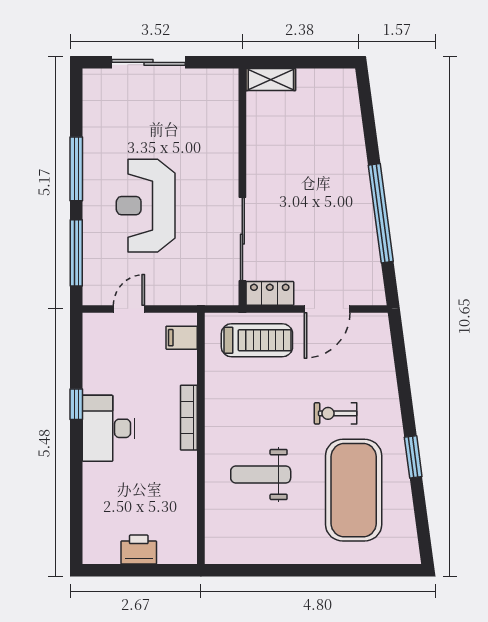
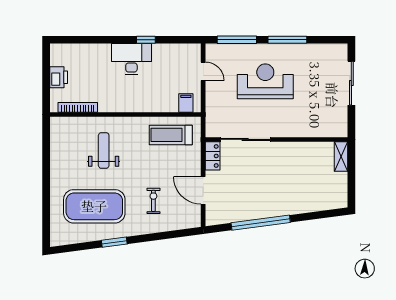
treadmill: (257, 340) -> (171, 135), moved, turned 90
exercise bike: (336, 413) -> (153, 201), moved
bookcase: (189, 418) -> (78, 107), moved

